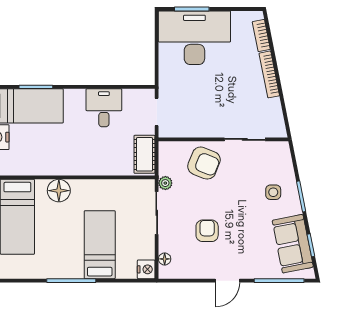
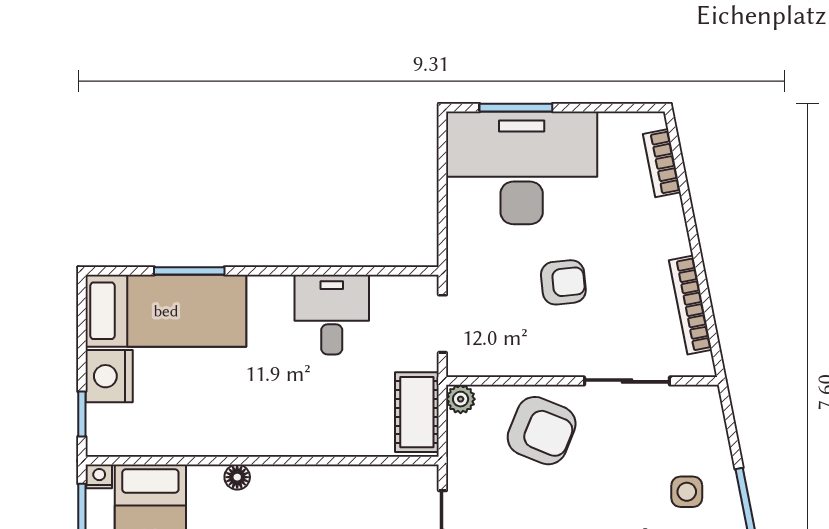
bookcase: (269, 74) -> (690, 305), moved
armchair: (214, 92) -> (563, 282), added
plant: (165, 183) -> (461, 399), moved
floor lamp: (59, 191) -> (237, 477), width x0.53, depth x0.53

